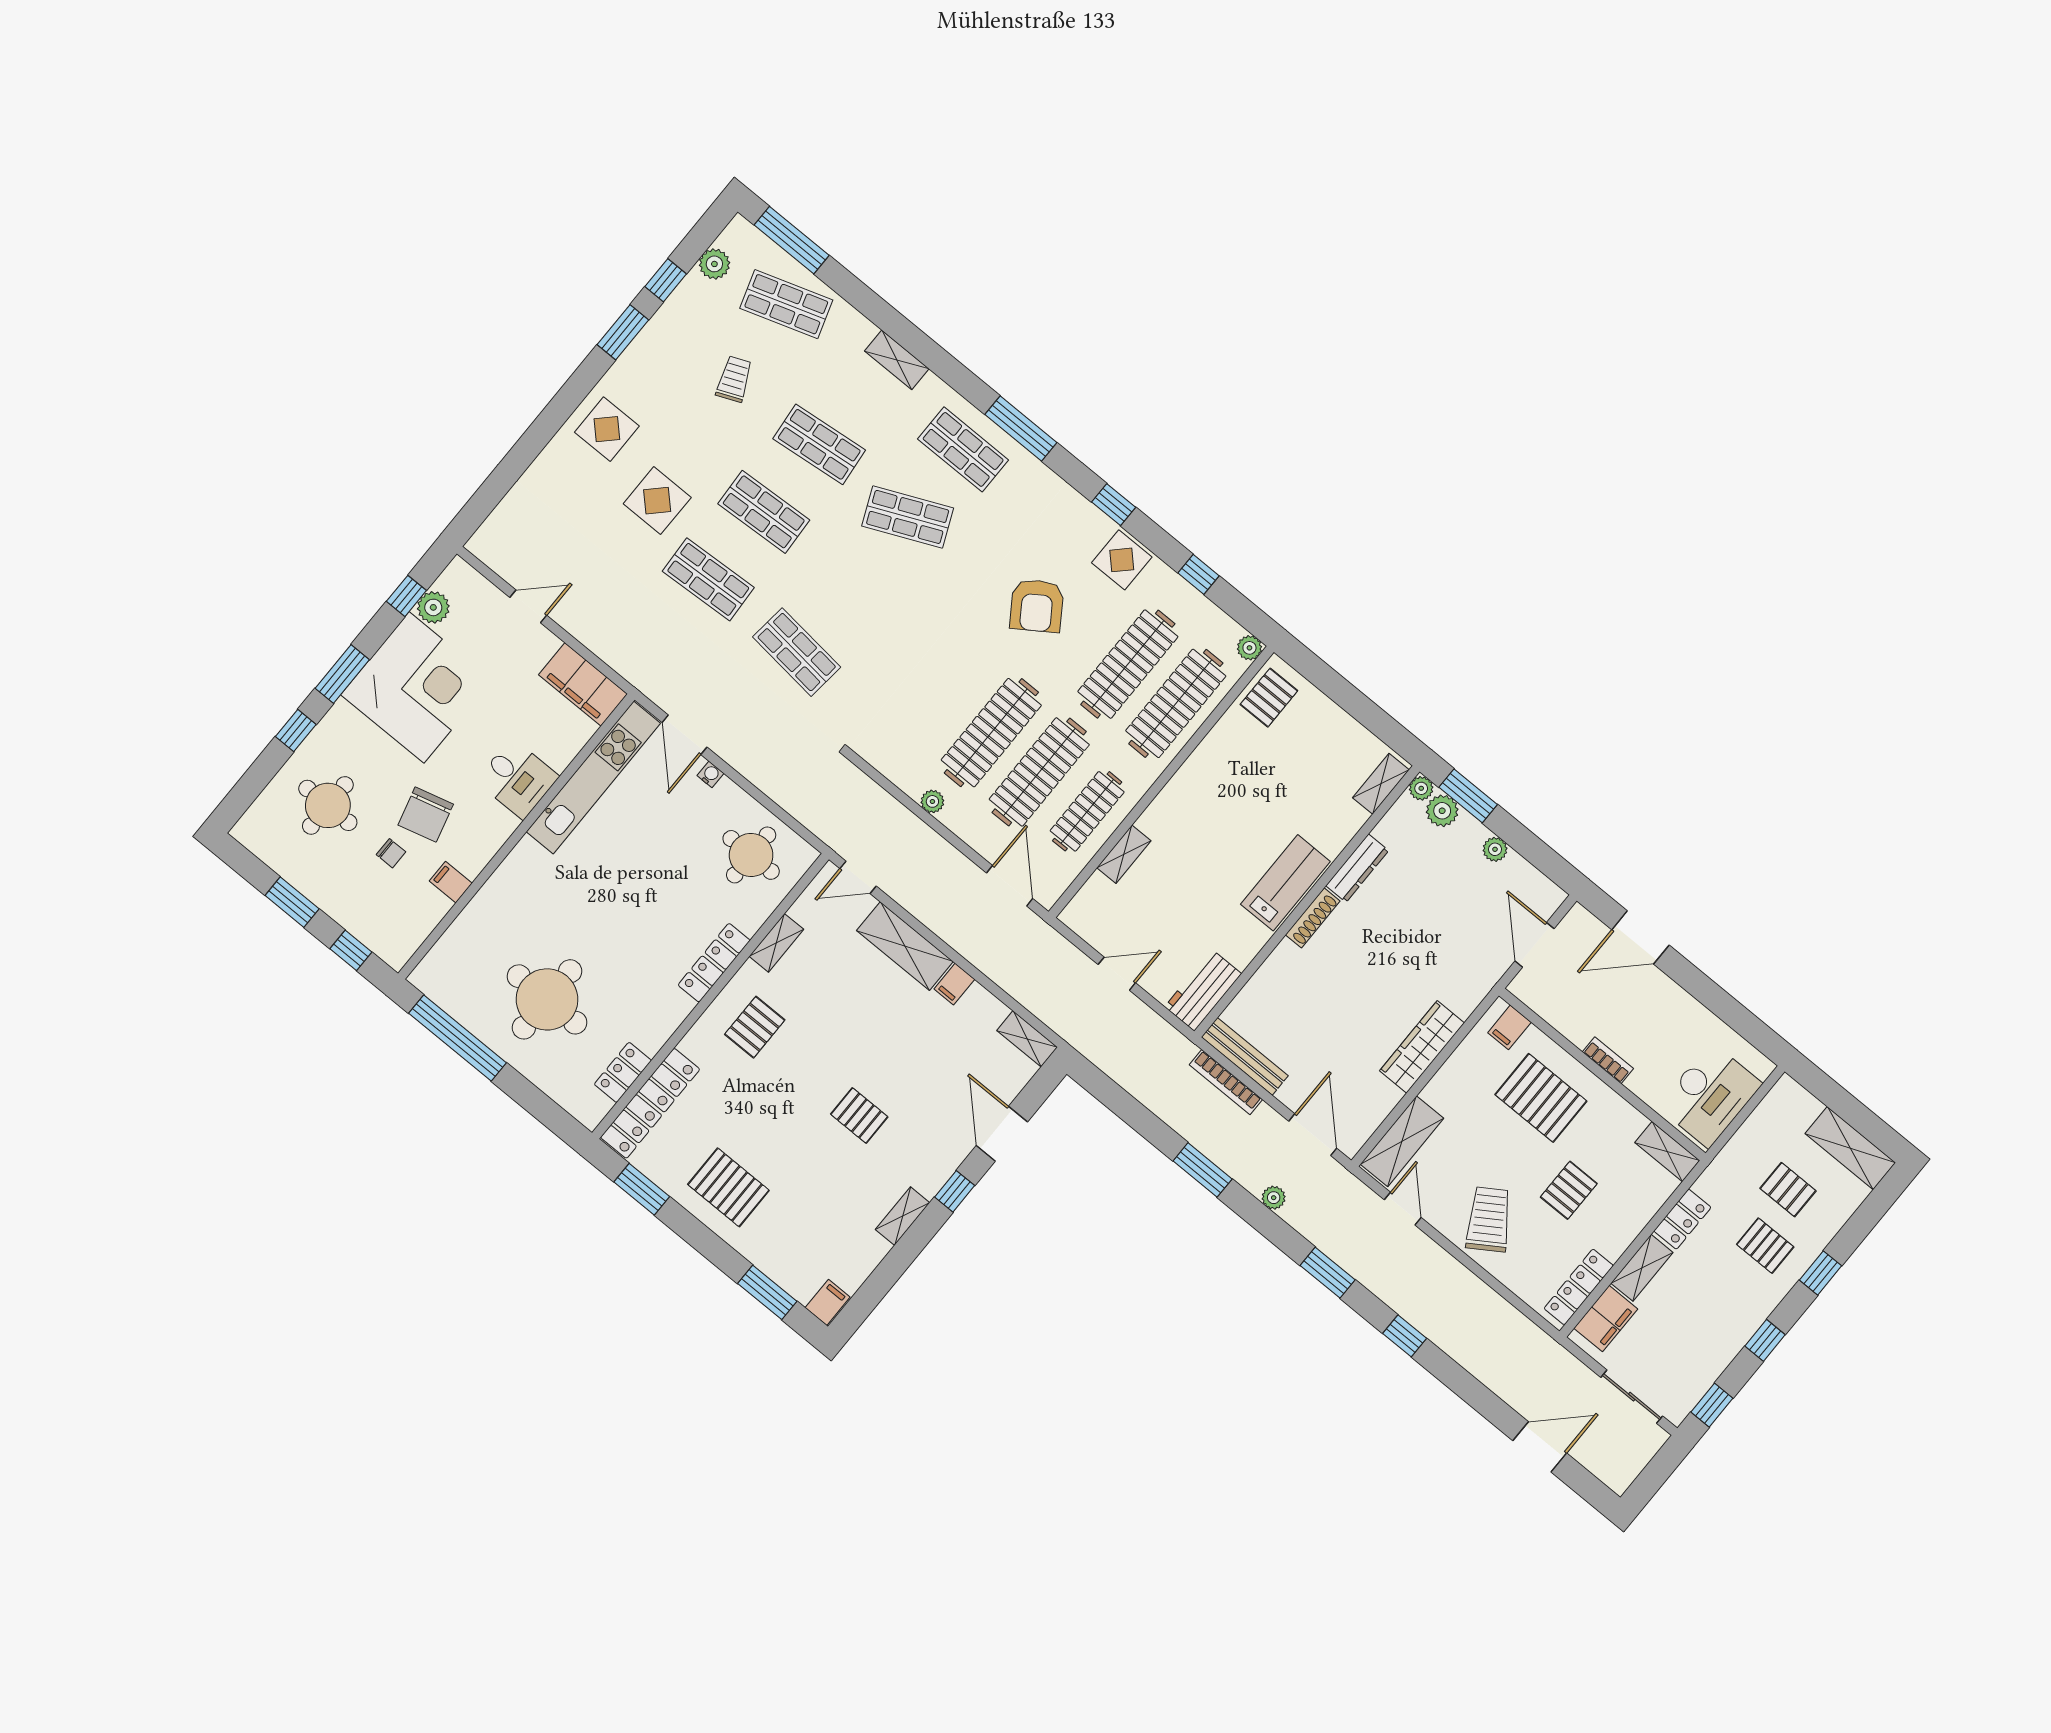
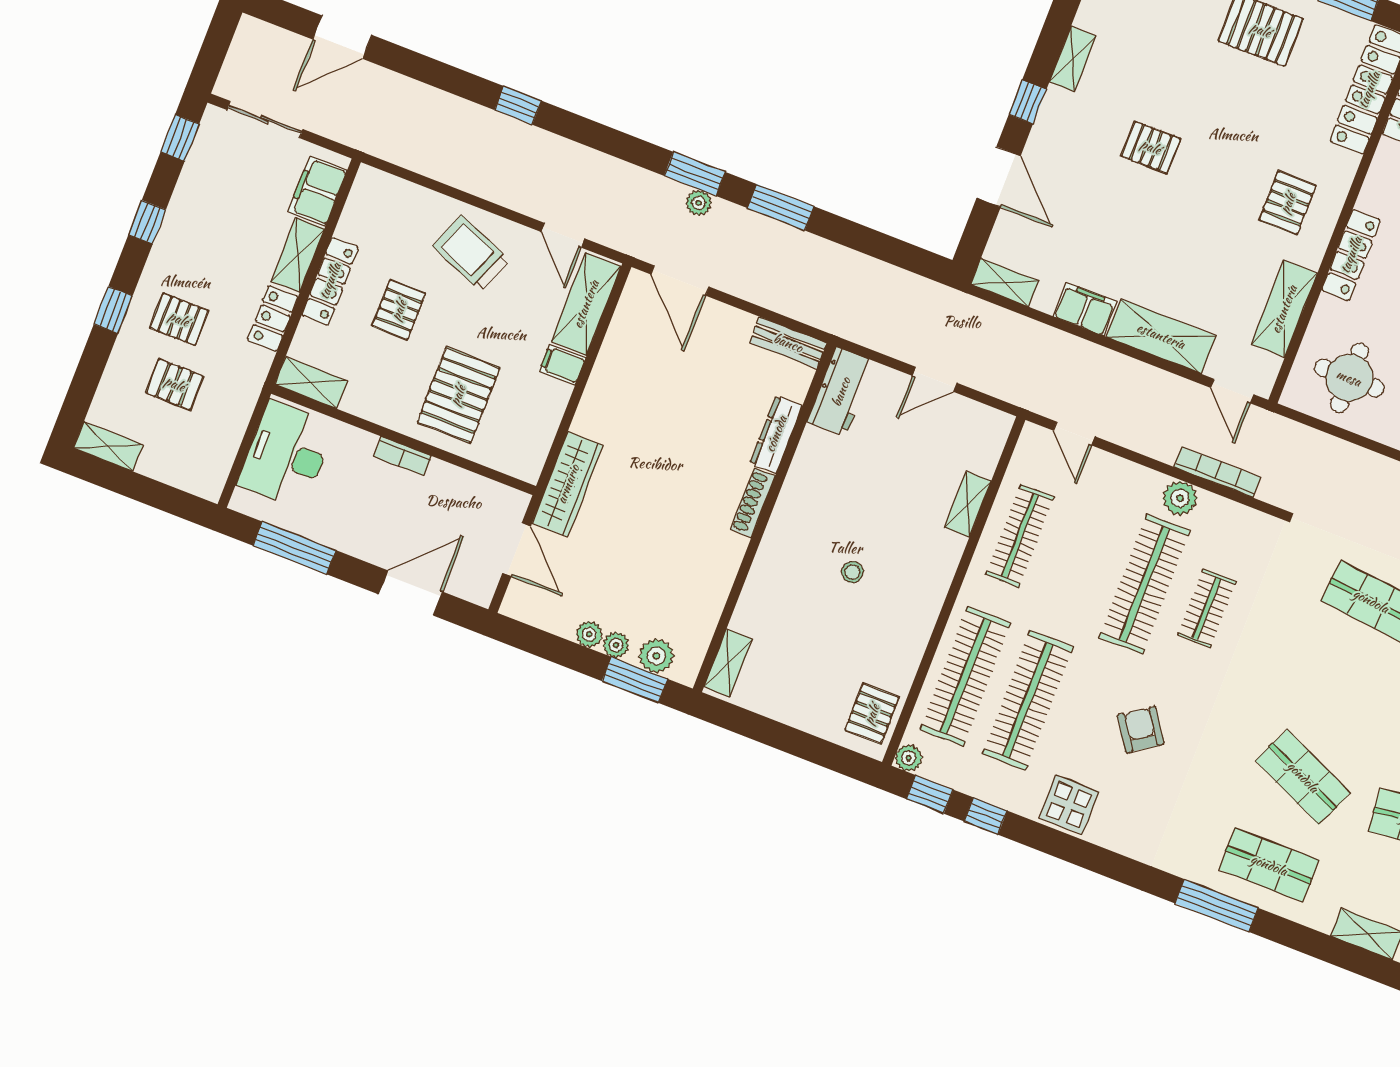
window: (1114, 505) -> (930, 794), moved
shop shelf: (908, 517) -> (1303, 777), turned 48
armchair: (1037, 606) -> (1141, 730), width x0.72, depth x0.72
clothes rail: (1039, 772) -> (1207, 608), moved, width x0.54, depth x0.76
plant: (1421, 788) -> (616, 645), moved
plant: (932, 801) -> (1180, 498), width x1.38, depth x1.38
stool: (1245, 828) -> (852, 572), added
dresser: (1357, 868) -> (776, 434), moved
door: (858, 877) -> (1232, 391), swing flipped
lab bench: (1285, 883) -> (793, 529), removed
door: (1010, 886) -> (1074, 434), width x0.73
shelving: (776, 943) -> (1284, 309), width x1.50, depth x1.33
filing cabinet: (954, 984) -> (1085, 309), width x2.00
window: (1730, 1011) -> (294, 548), added
filing cabinet: (1509, 1027) -> (562, 365), moved, turned -90
wardrobe: (1422, 1047) -> (568, 484), moved
bench: (1245, 1056) -> (788, 343), width x0.73
bookcase: (1226, 1082) -> (1217, 472), moved
pallet: (1541, 1098) -> (458, 395), turned 90
shelving: (1850, 1148) -> (108, 446), width x0.67, depth x0.75
trolley: (1489, 1219) -> (471, 253), turned 145
window: (1328, 1273) -> (695, 174), moved
locker: (1579, 1287) -> (330, 281), moved

